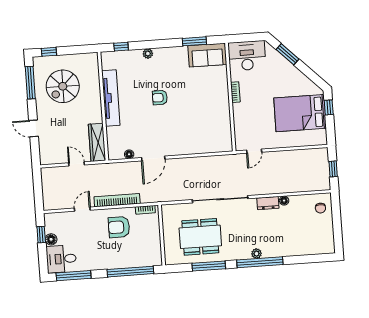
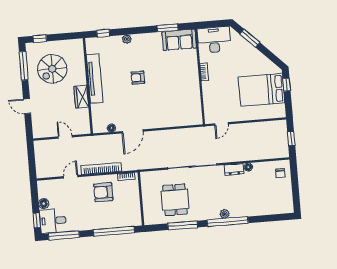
wardrobe: (97, 142) -> (81, 97), moved, width x0.67
window: (41, 235) -> (37, 220), moved
dining table: (200, 237) -> (175, 200), width x0.73

